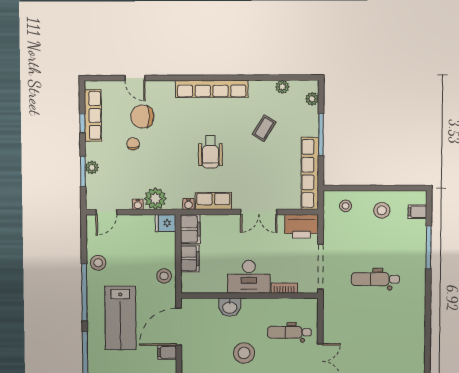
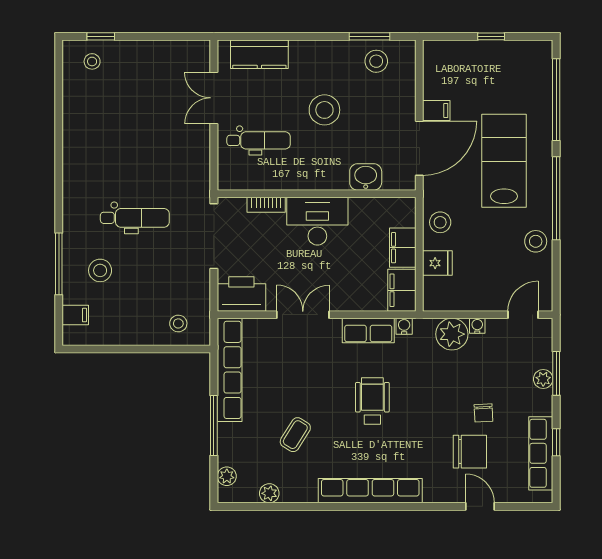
stool: (382, 210) -> (100, 270), moved
fridge: (166, 223) -> (437, 263), moved
washbasin: (230, 307) -> (366, 177), moved

